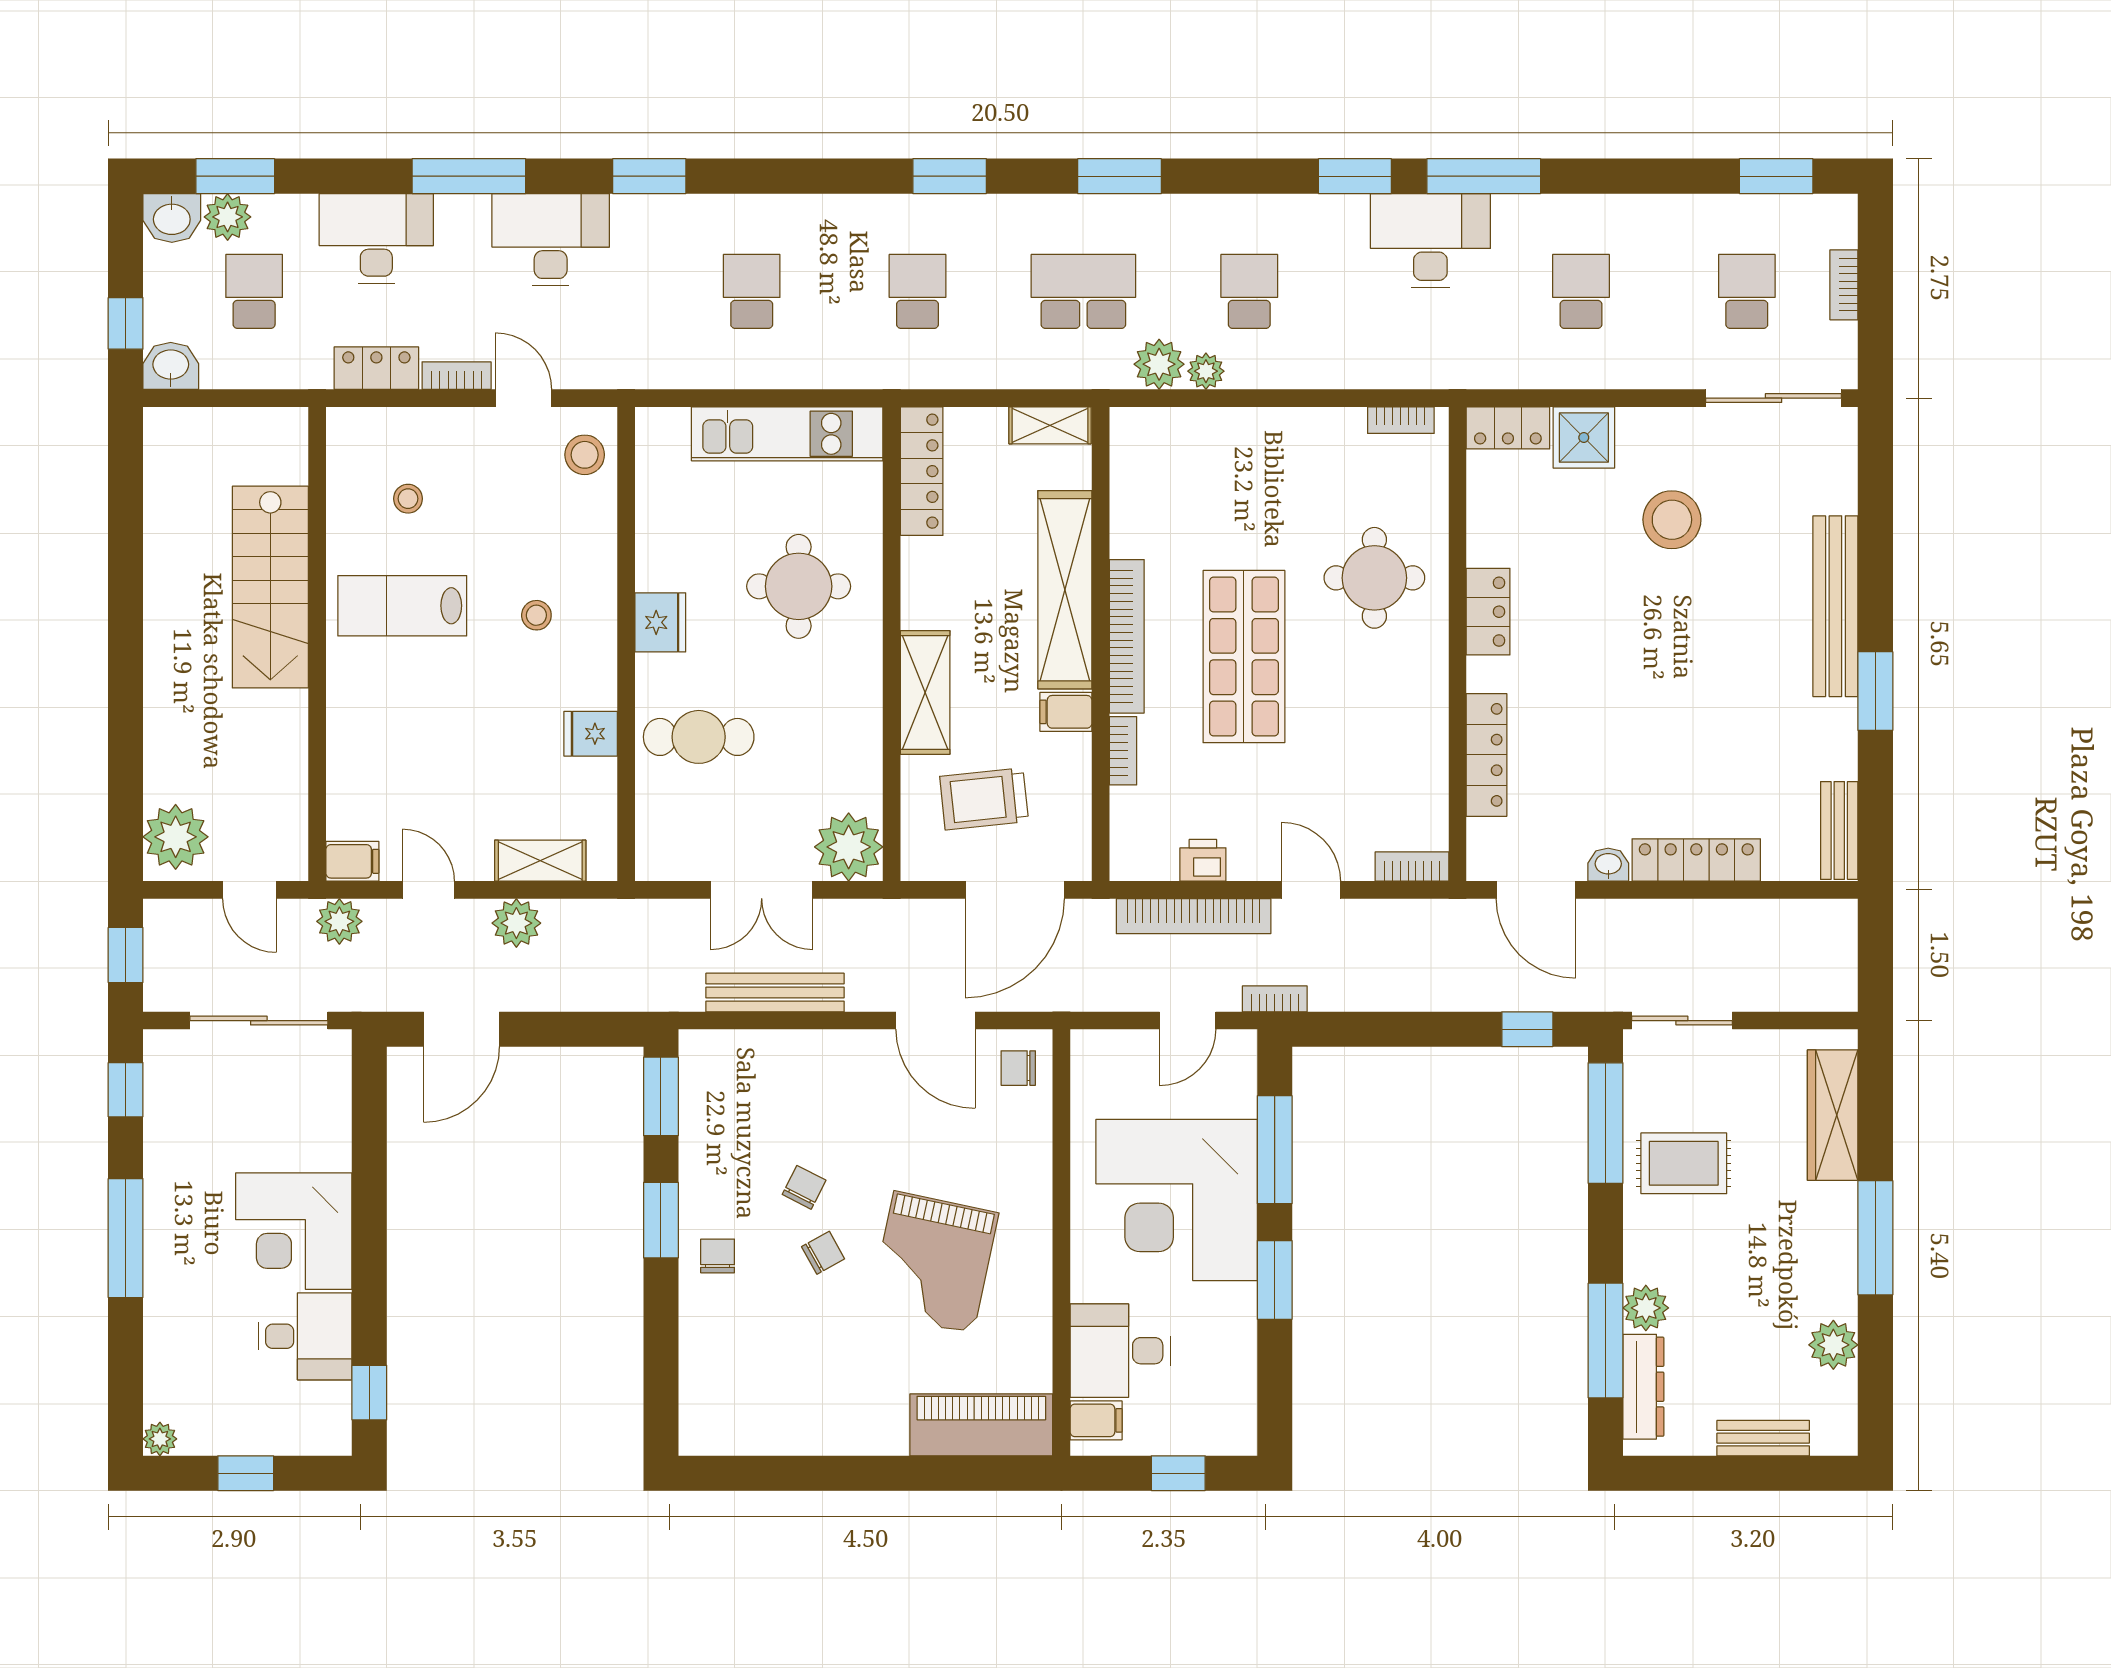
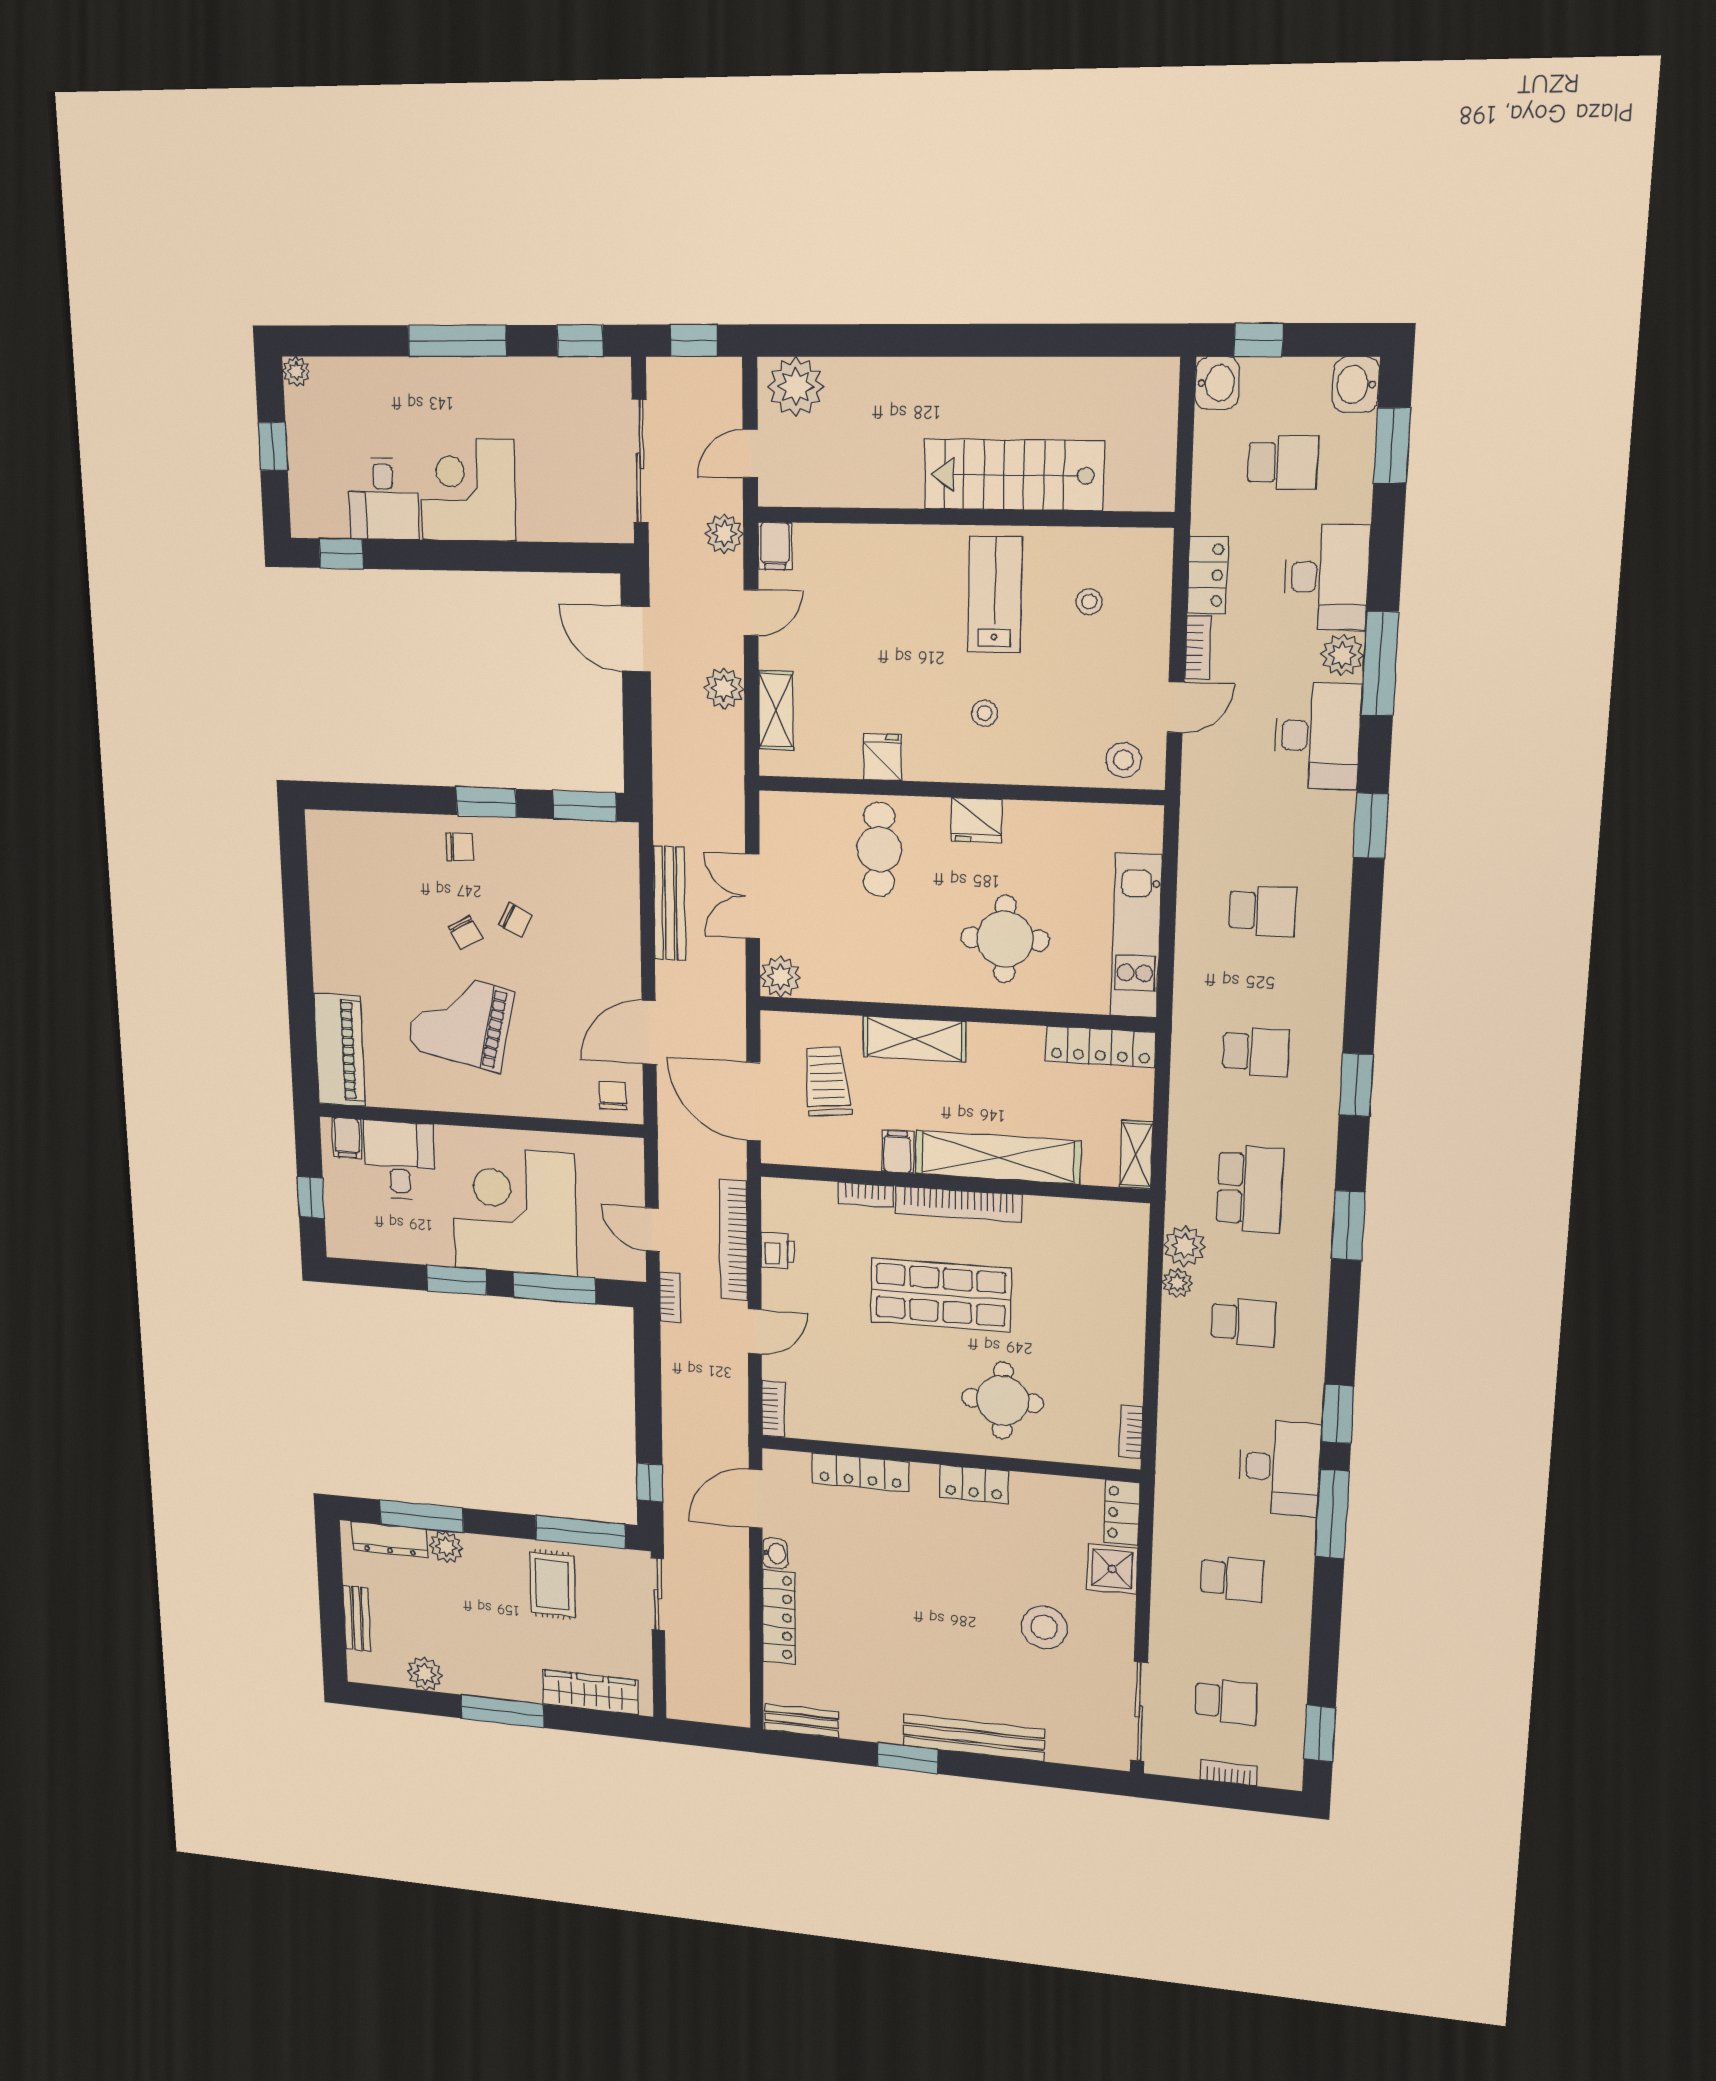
plant: (228, 217) -> (1342, 655), moved
plant: (849, 847) -> (780, 977), width x0.73, depth x0.73

